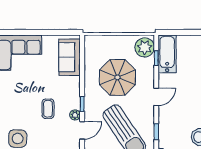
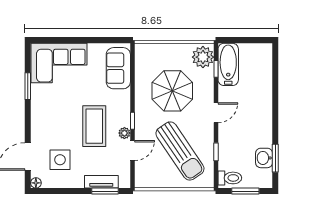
coffee table: (48, 109) -> (94, 126), width x1.86, depth x1.72

